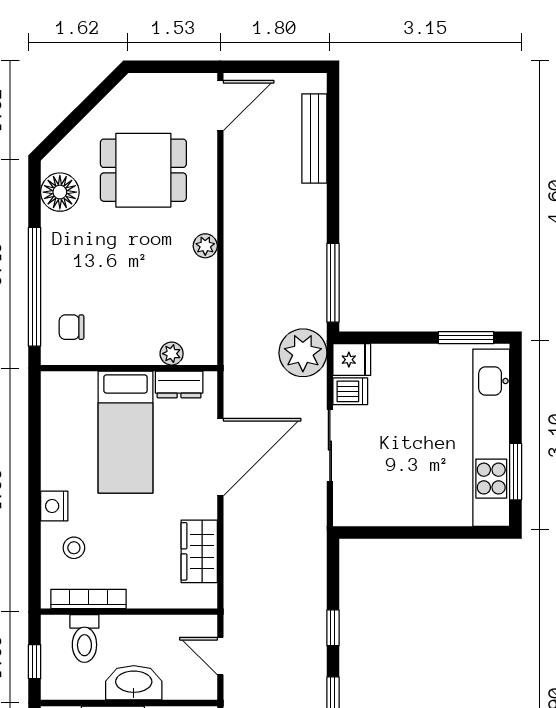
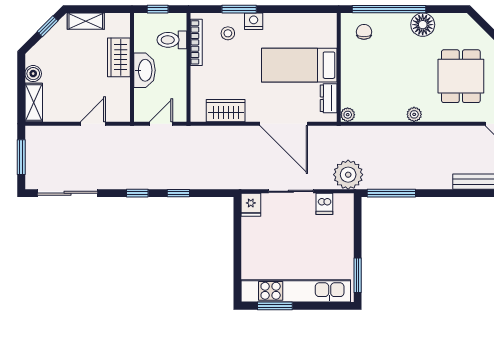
floor lamp: (60, 192) -> (423, 25), moved
plant: (172, 354) -> (348, 115), moved
fridge: (352, 360) -> (251, 205), moved
window: (35, 529) -> (239, 9), added

